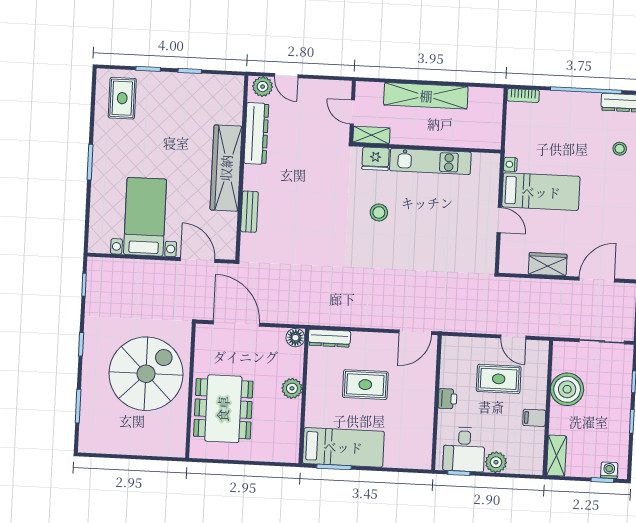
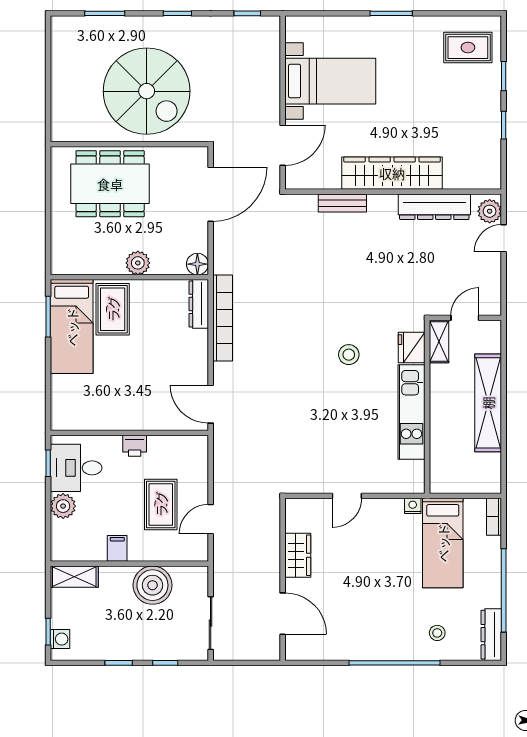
bed: (541, 192) -> (443, 543), moved
bookcase: (342, 318) -> (223, 318), added
rug: (365, 385) -> (113, 309), moved

